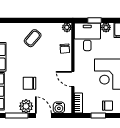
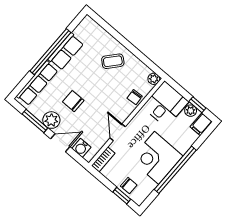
window: (95, 20) -> (197, 105), moved
door: (43, 115) -> (60, 143), hinge flipped
window: (98, 115) -> (122, 196), moved

